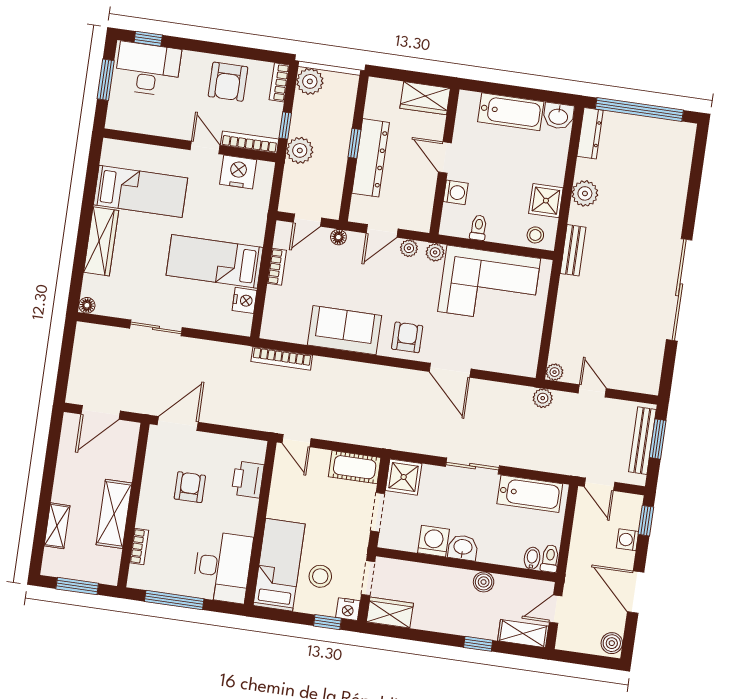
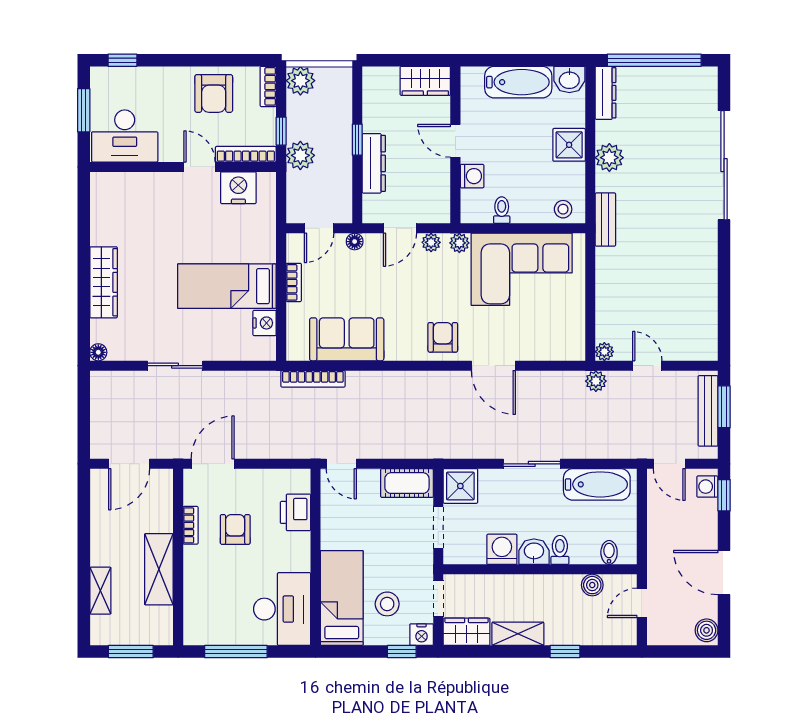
desk: (148, 69) -> (125, 136), moved, turned 180
dresser: (371, 158) -> (374, 163), width x0.73, depth x0.80
bed: (140, 191) -> (138, 223), removed
shower: (546, 201) -> (569, 145), moved
sliding door: (679, 290) -> (724, 165), moved
sofa: (344, 330) -> (347, 339), moved
washing machine: (627, 540) -> (707, 487), moved
bookcase: (139, 547) -> (191, 525), moved
toilet: (550, 558) -> (560, 550), moved
boiler: (484, 582) -> (592, 585), moved
shelving: (523, 634) -> (518, 634), moved

